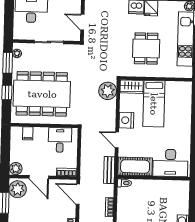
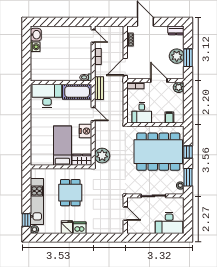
plant: (18, 189) -> (177, 56), moved
door: (78, 194) -> (125, 67), swing flipped

